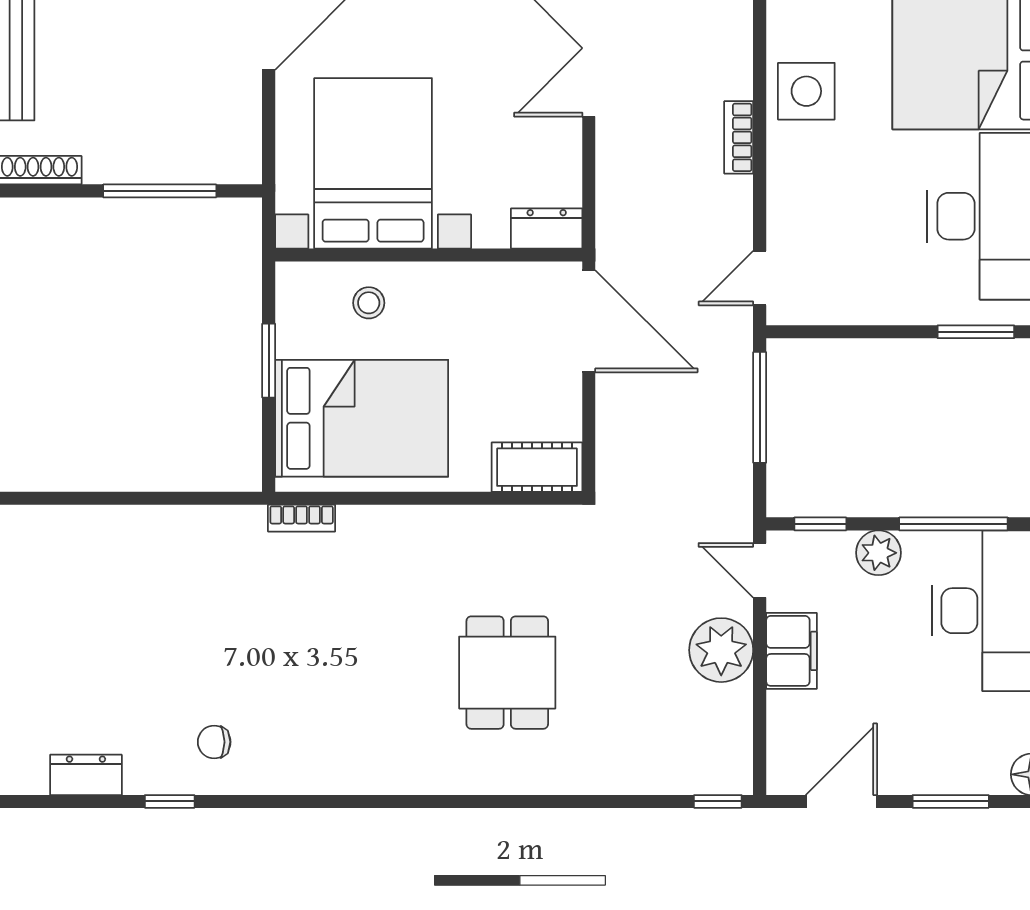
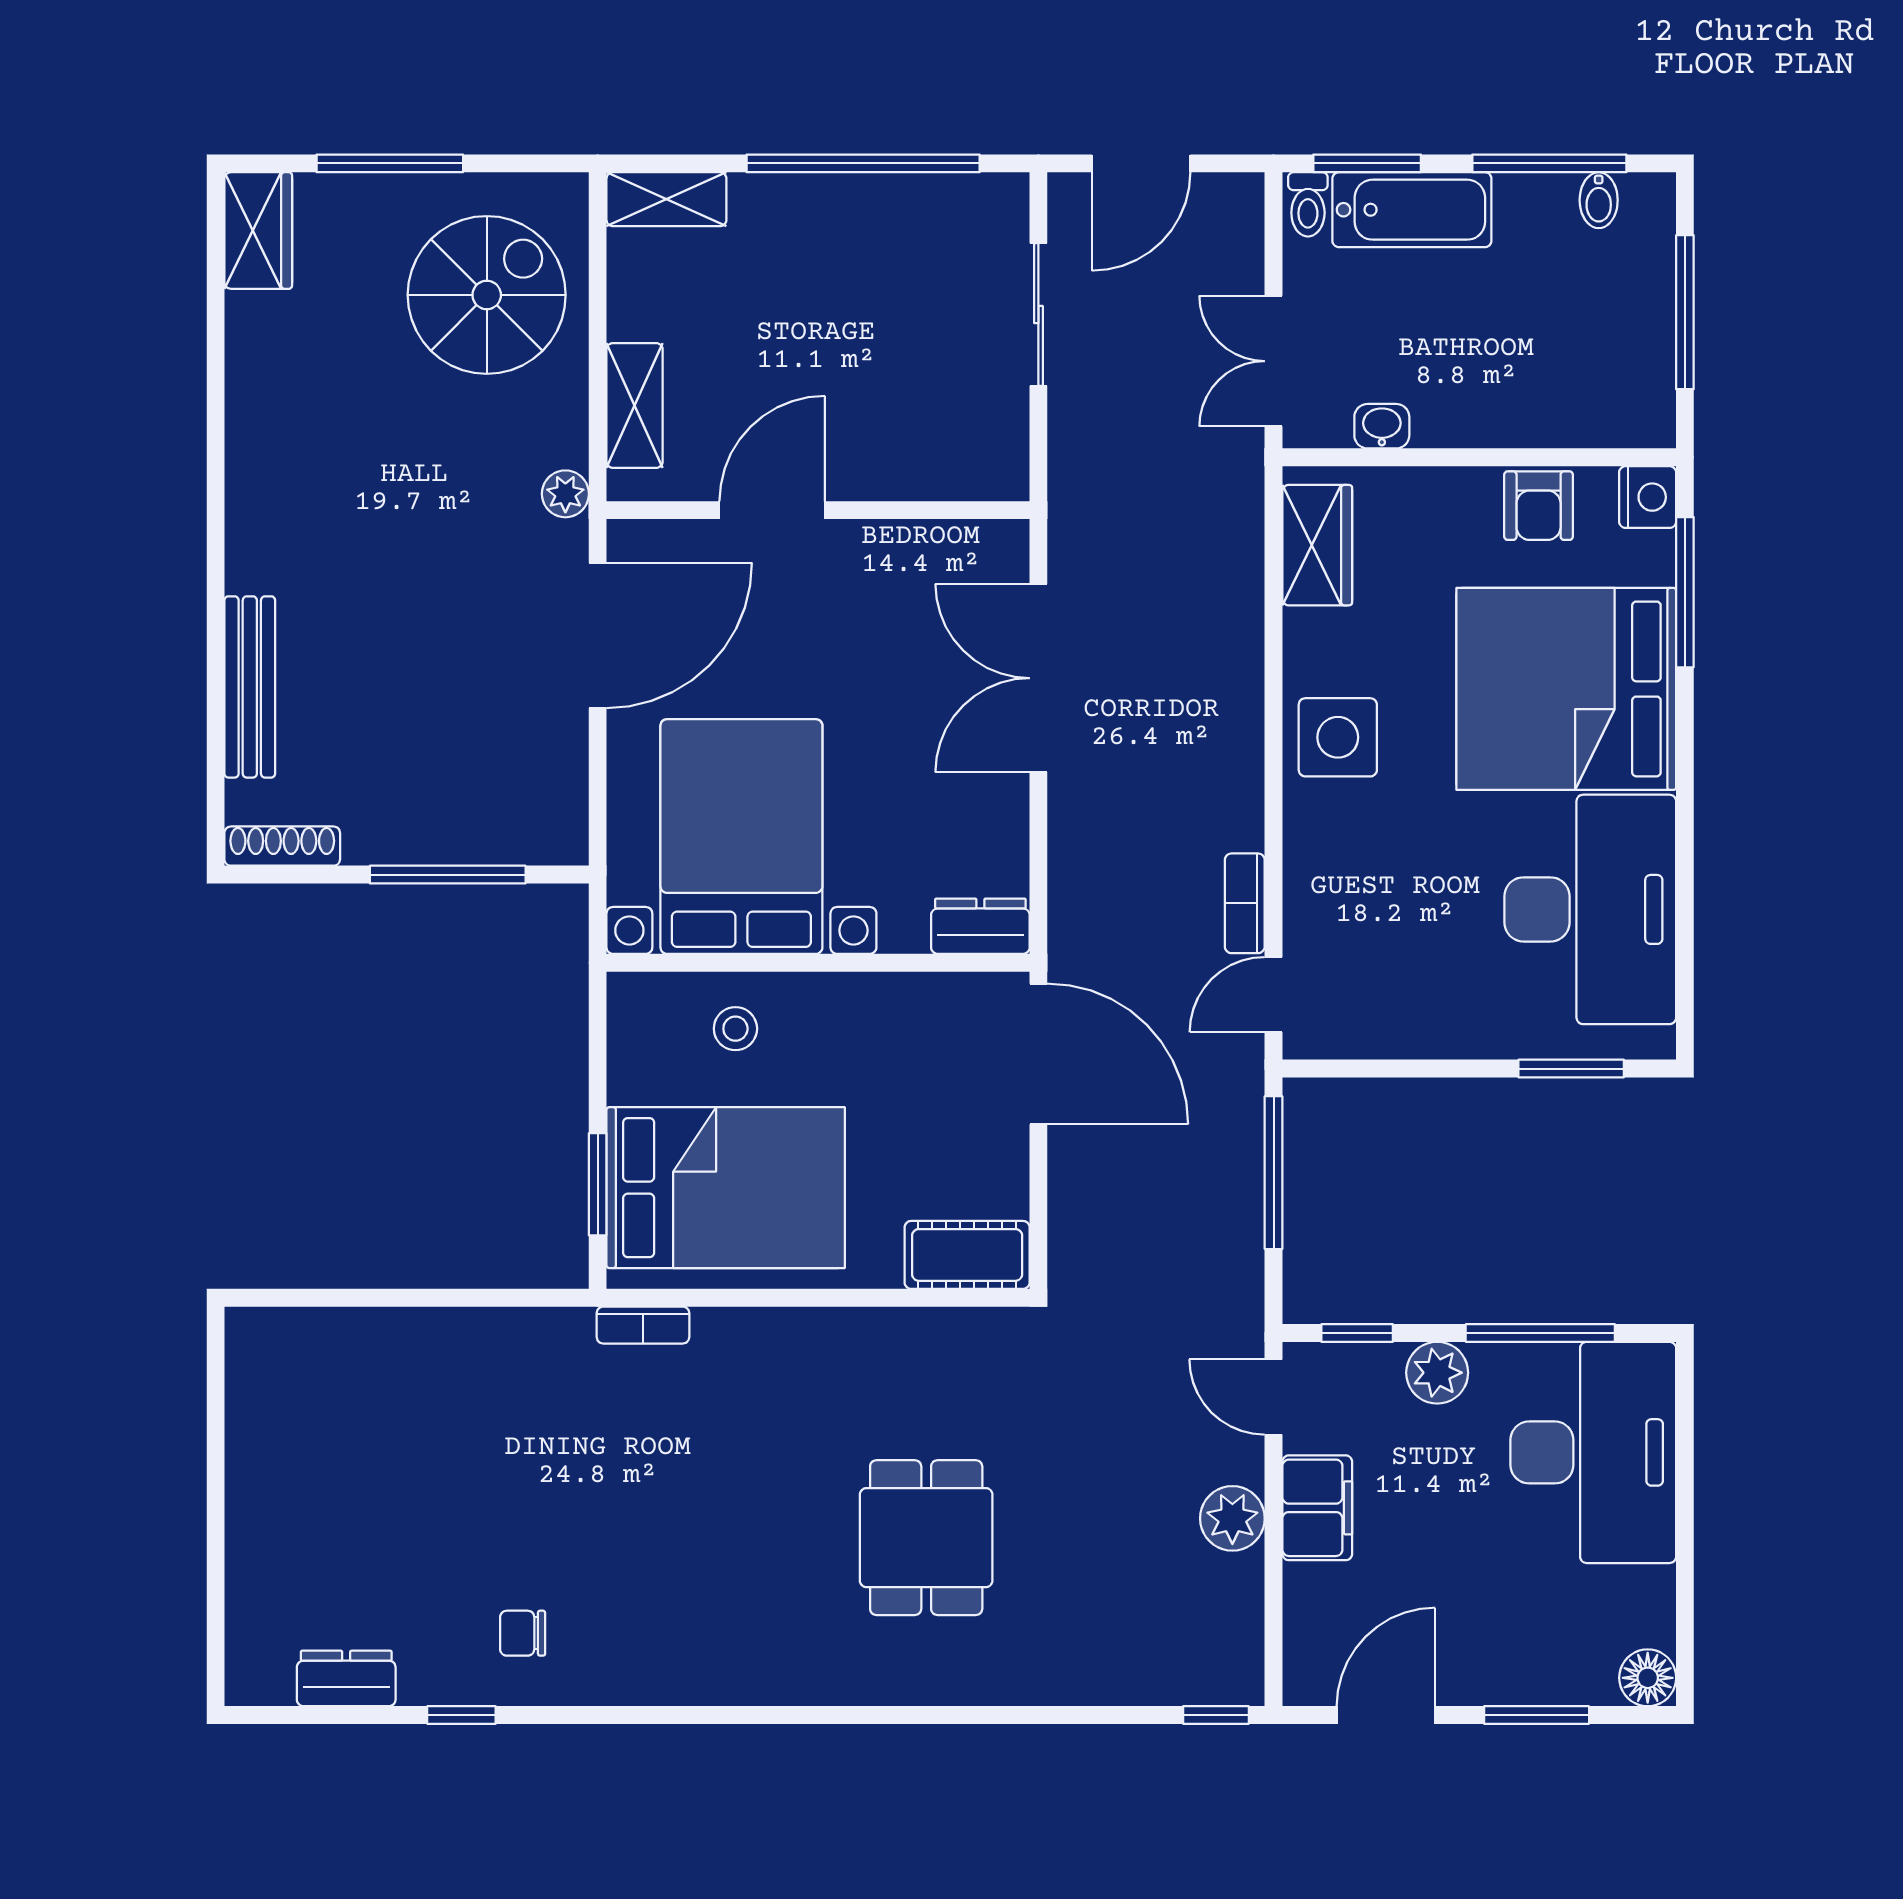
bookcase: (739, 137) -> (1245, 903), moved
window: (269, 361) -> (598, 1184), moved
plant: (721, 650) -> (1232, 1518), width x0.73, depth x0.73

